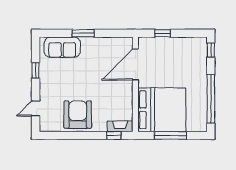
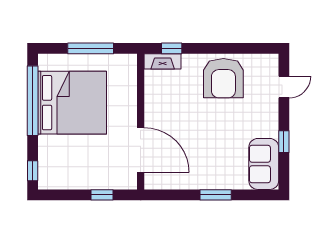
sofa: (62, 47) -> (264, 164), moved, turned -90
door: (135, 64) -> (141, 150), hinge flipped
bed: (162, 110) -> (72, 103), moved, turned 180

